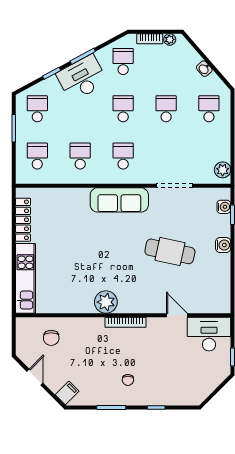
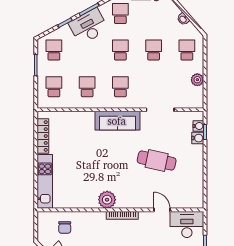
plant: (223, 170) -> (197, 80), moved
water cooler: (223, 245) -> (198, 138), moved

